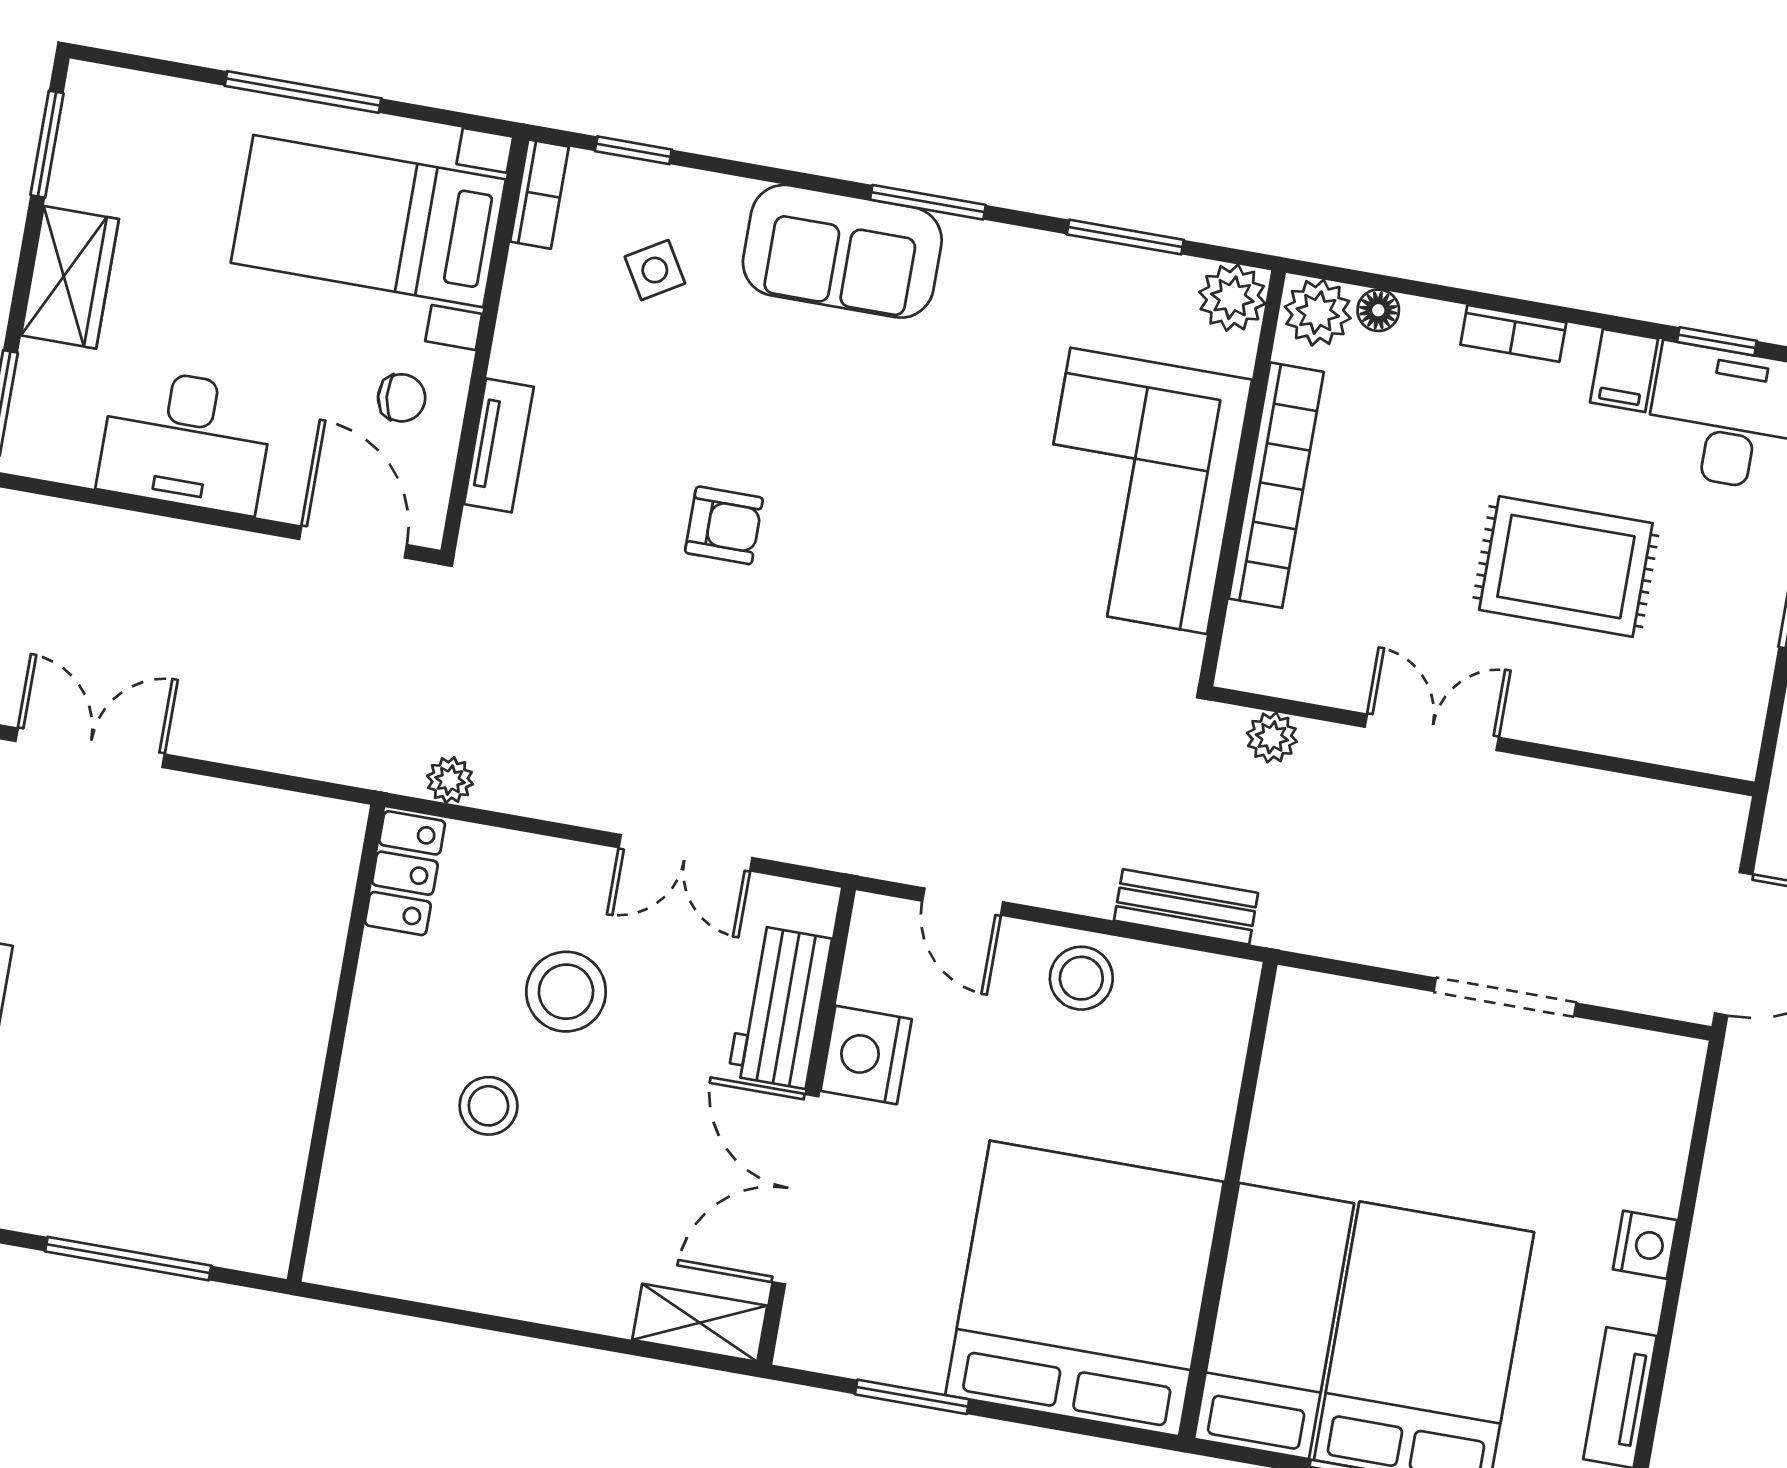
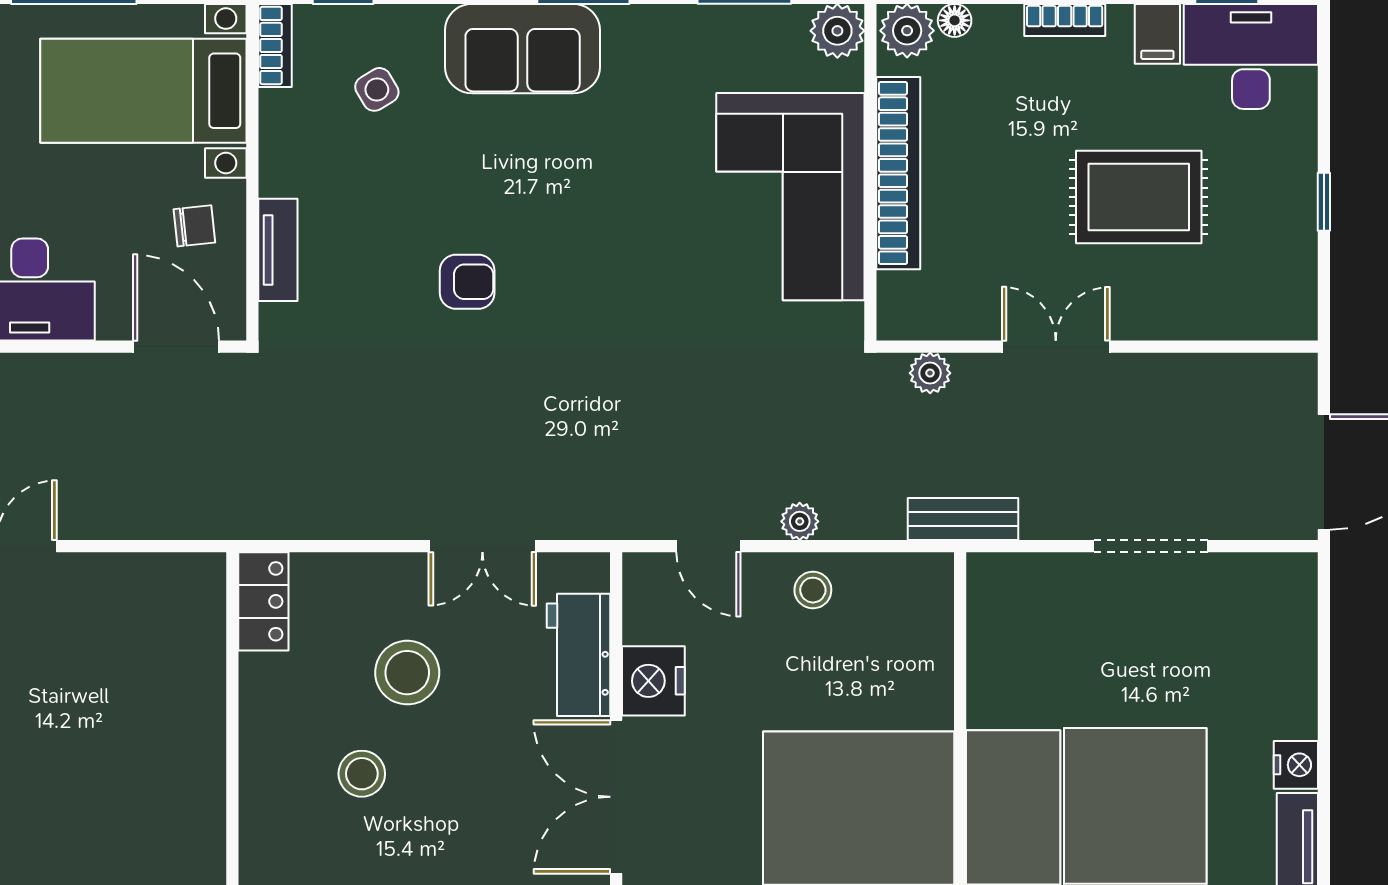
plant: (450, 780) -> (800, 521), moved
bench: (1186, 907) -> (963, 519), moved
stool: (1081, 978) -> (813, 590), width x0.73, depth x0.73
nightstand: (1645, 1245) -> (1296, 765), moved

